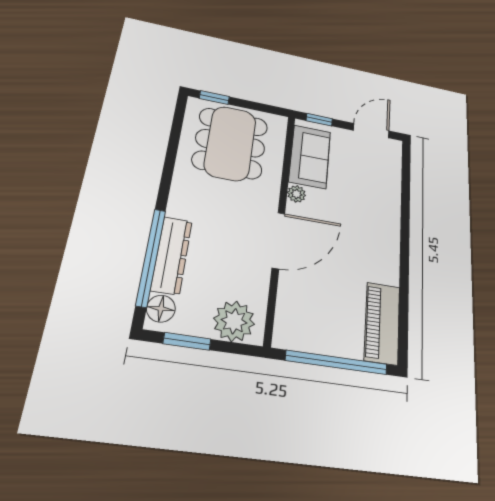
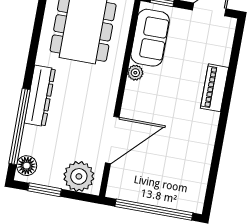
door: (278, 240) -> (112, 140), moved
dresser: (172, 255) -> (40, 96), moved
piano: (382, 323) -> (215, 88), moved, width x0.73, depth x0.75

